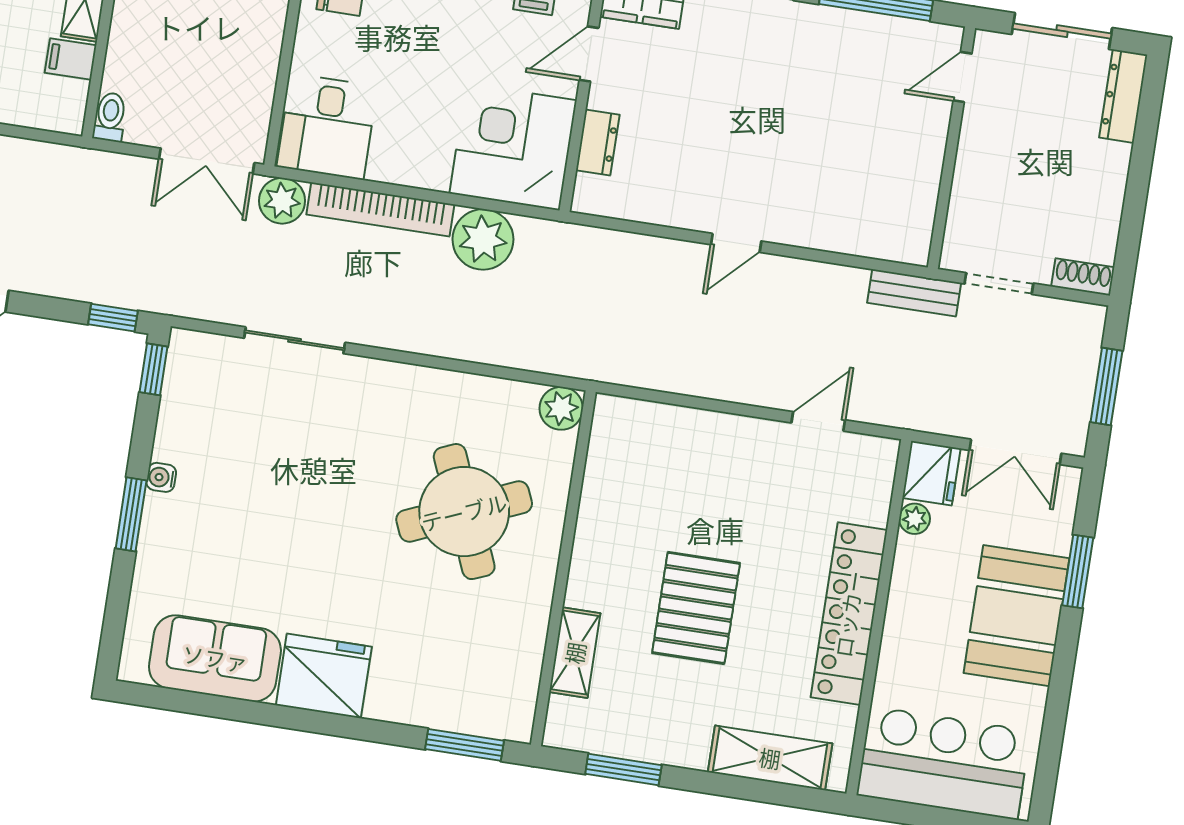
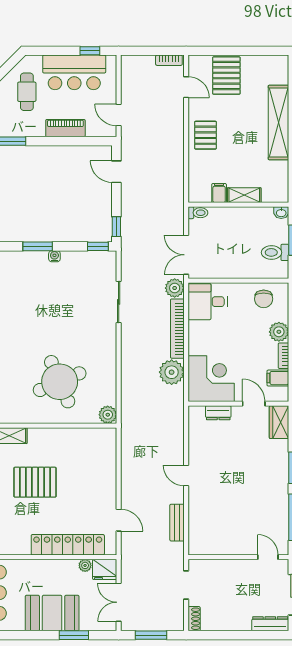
bench: (914, 293) -> (177, 523), moved
locker: (849, 614) -> (68, 545), moved

